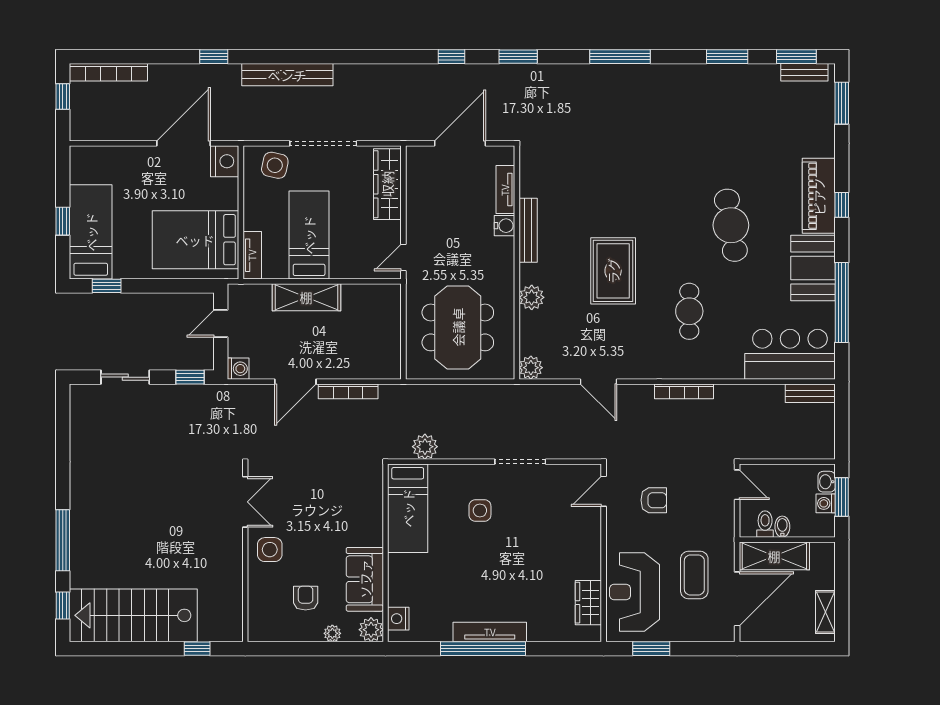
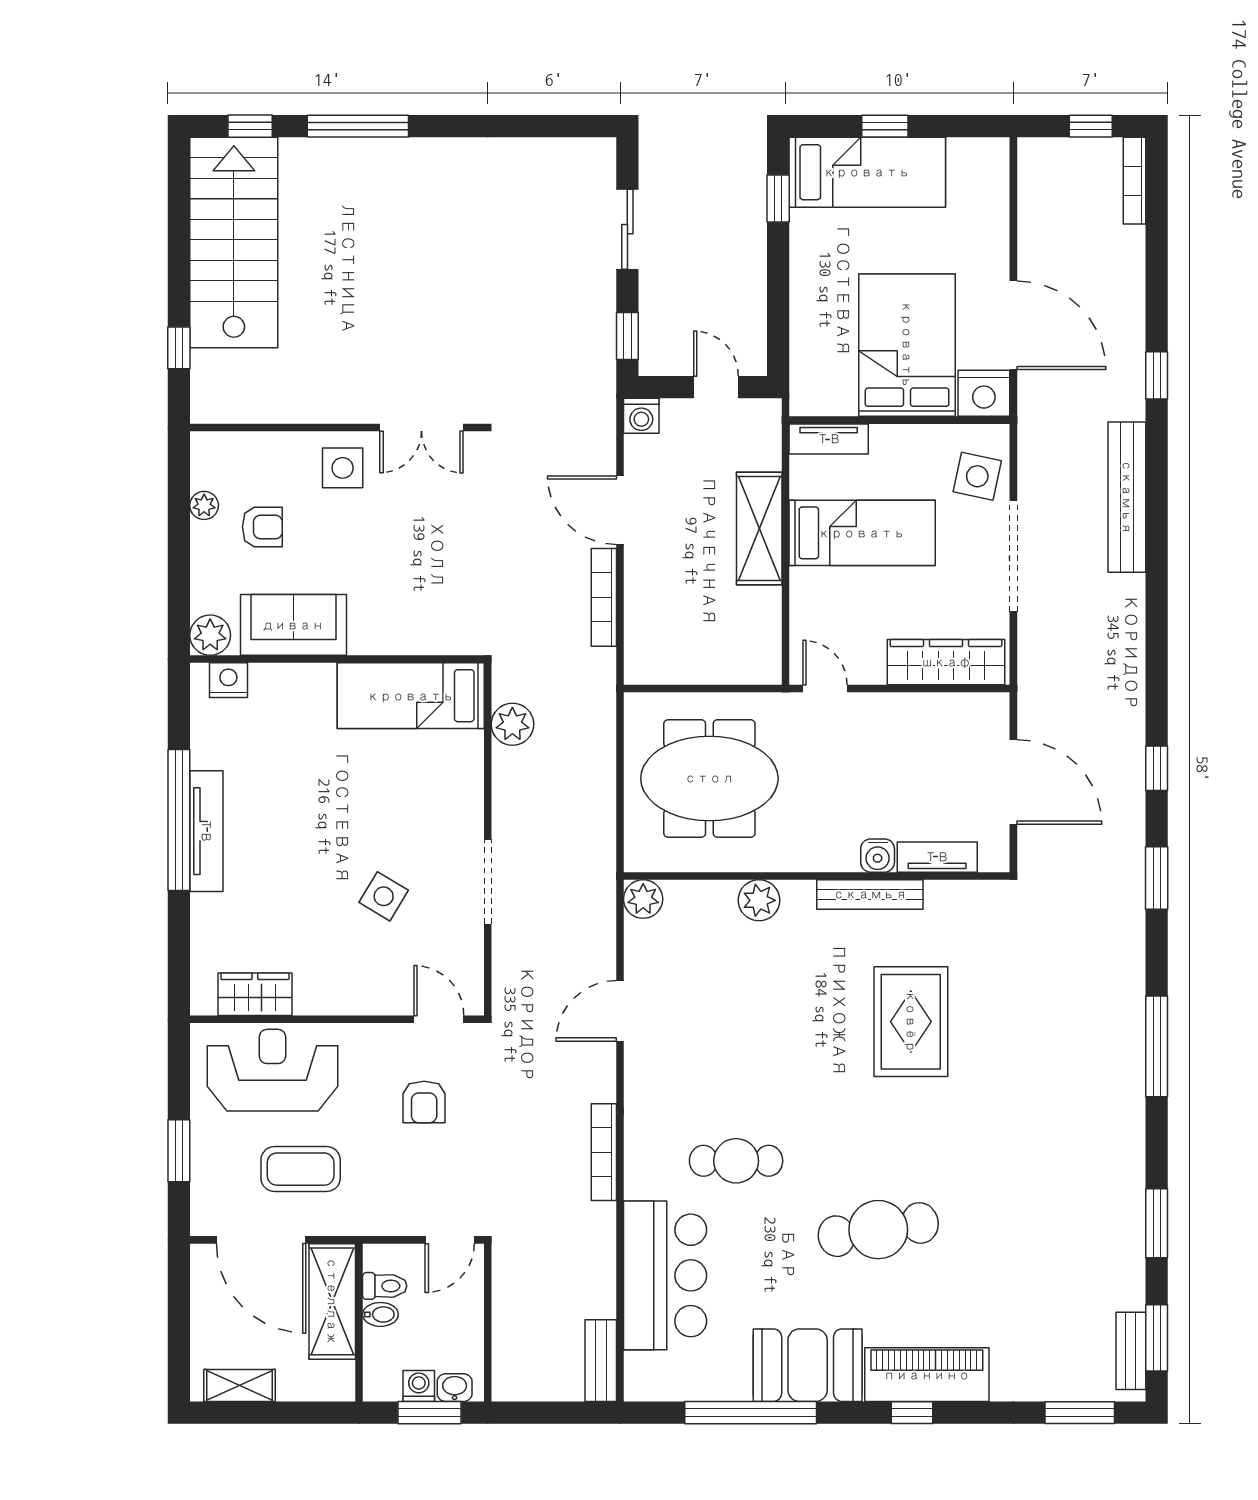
bookcase: (108, 72) -> (1135, 181), width x0.68, depth x0.76
bed: (195, 240) -> (907, 345), moved
rug: (613, 271) -> (911, 1022), moved, turned 90
bar counter: (790, 354) -> (665, 1275), moved
side table: (480, 510) -> (384, 896), moved, turned 31
plant: (332, 633) -> (204, 505), moved
window: (651, 649) -> (179, 1151), moved

